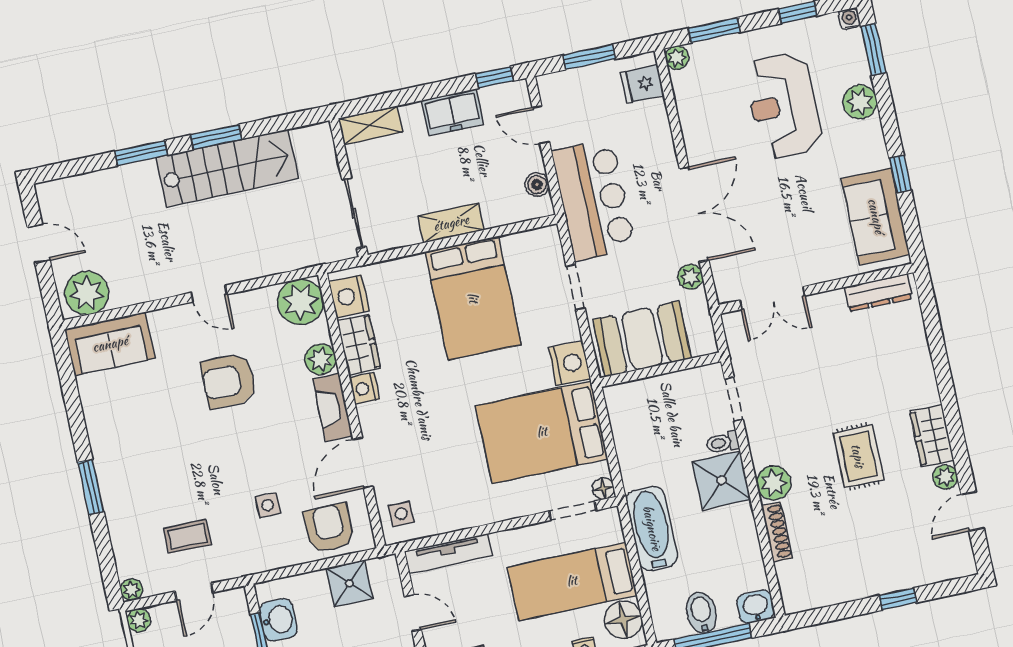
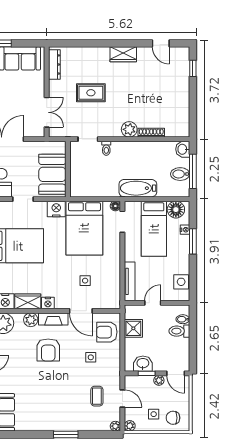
plant: (690, 277) -> (29, 147), removed
armchair: (229, 381) -> (48, 350), moved
rug: (858, 456) -> (91, 93), moved
plant: (945, 477) -> (143, 52), removed
shower: (721, 480) -> (123, 152), removed
side table: (401, 514) -> (85, 281), moved
window: (898, 599) -> (193, 68), moved

